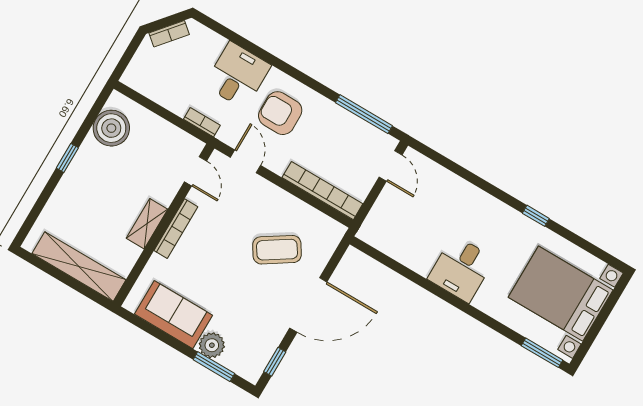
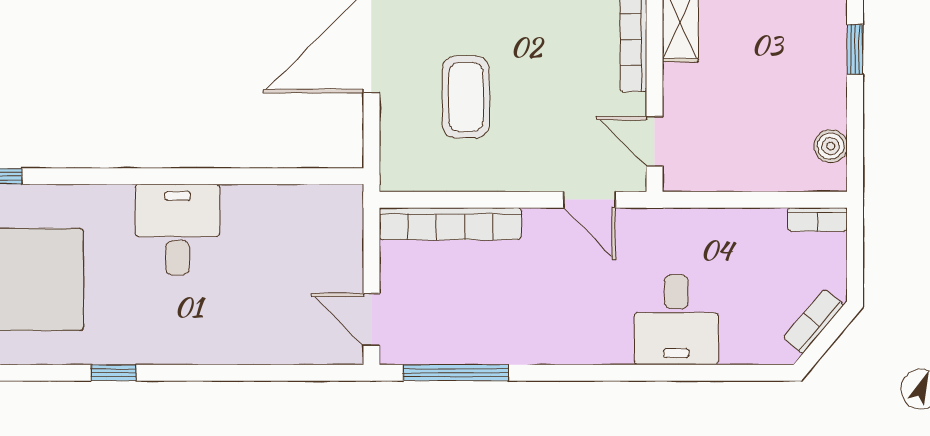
armchair: (280, 113) -> (580, 301), removed
bookcase: (202, 122) -> (817, 220), moved
boiler: (111, 128) -> (831, 146), width x0.54, depth x0.54
coffee table: (277, 250) -> (466, 97), turned -57

